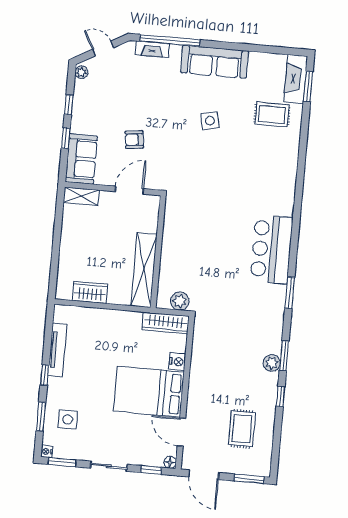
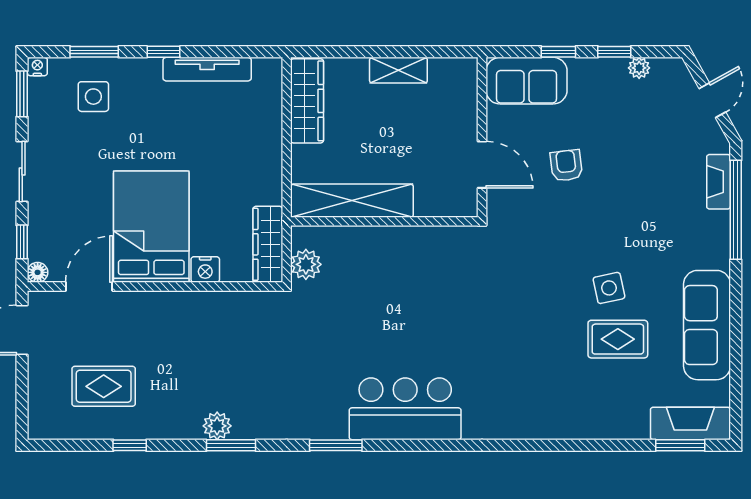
sofa: (215, 62) -> (707, 325), moved
plant: (81, 72) -> (639, 68), moved
rug: (272, 115) -> (618, 339), moved, turned 90
shelving: (81, 196) -> (398, 70), moved, turned 90
wardrobe: (90, 292) -> (307, 101), width x1.50
window: (280, 397) -> (130, 445), moved
window: (249, 479) -> (22, 406), removed

